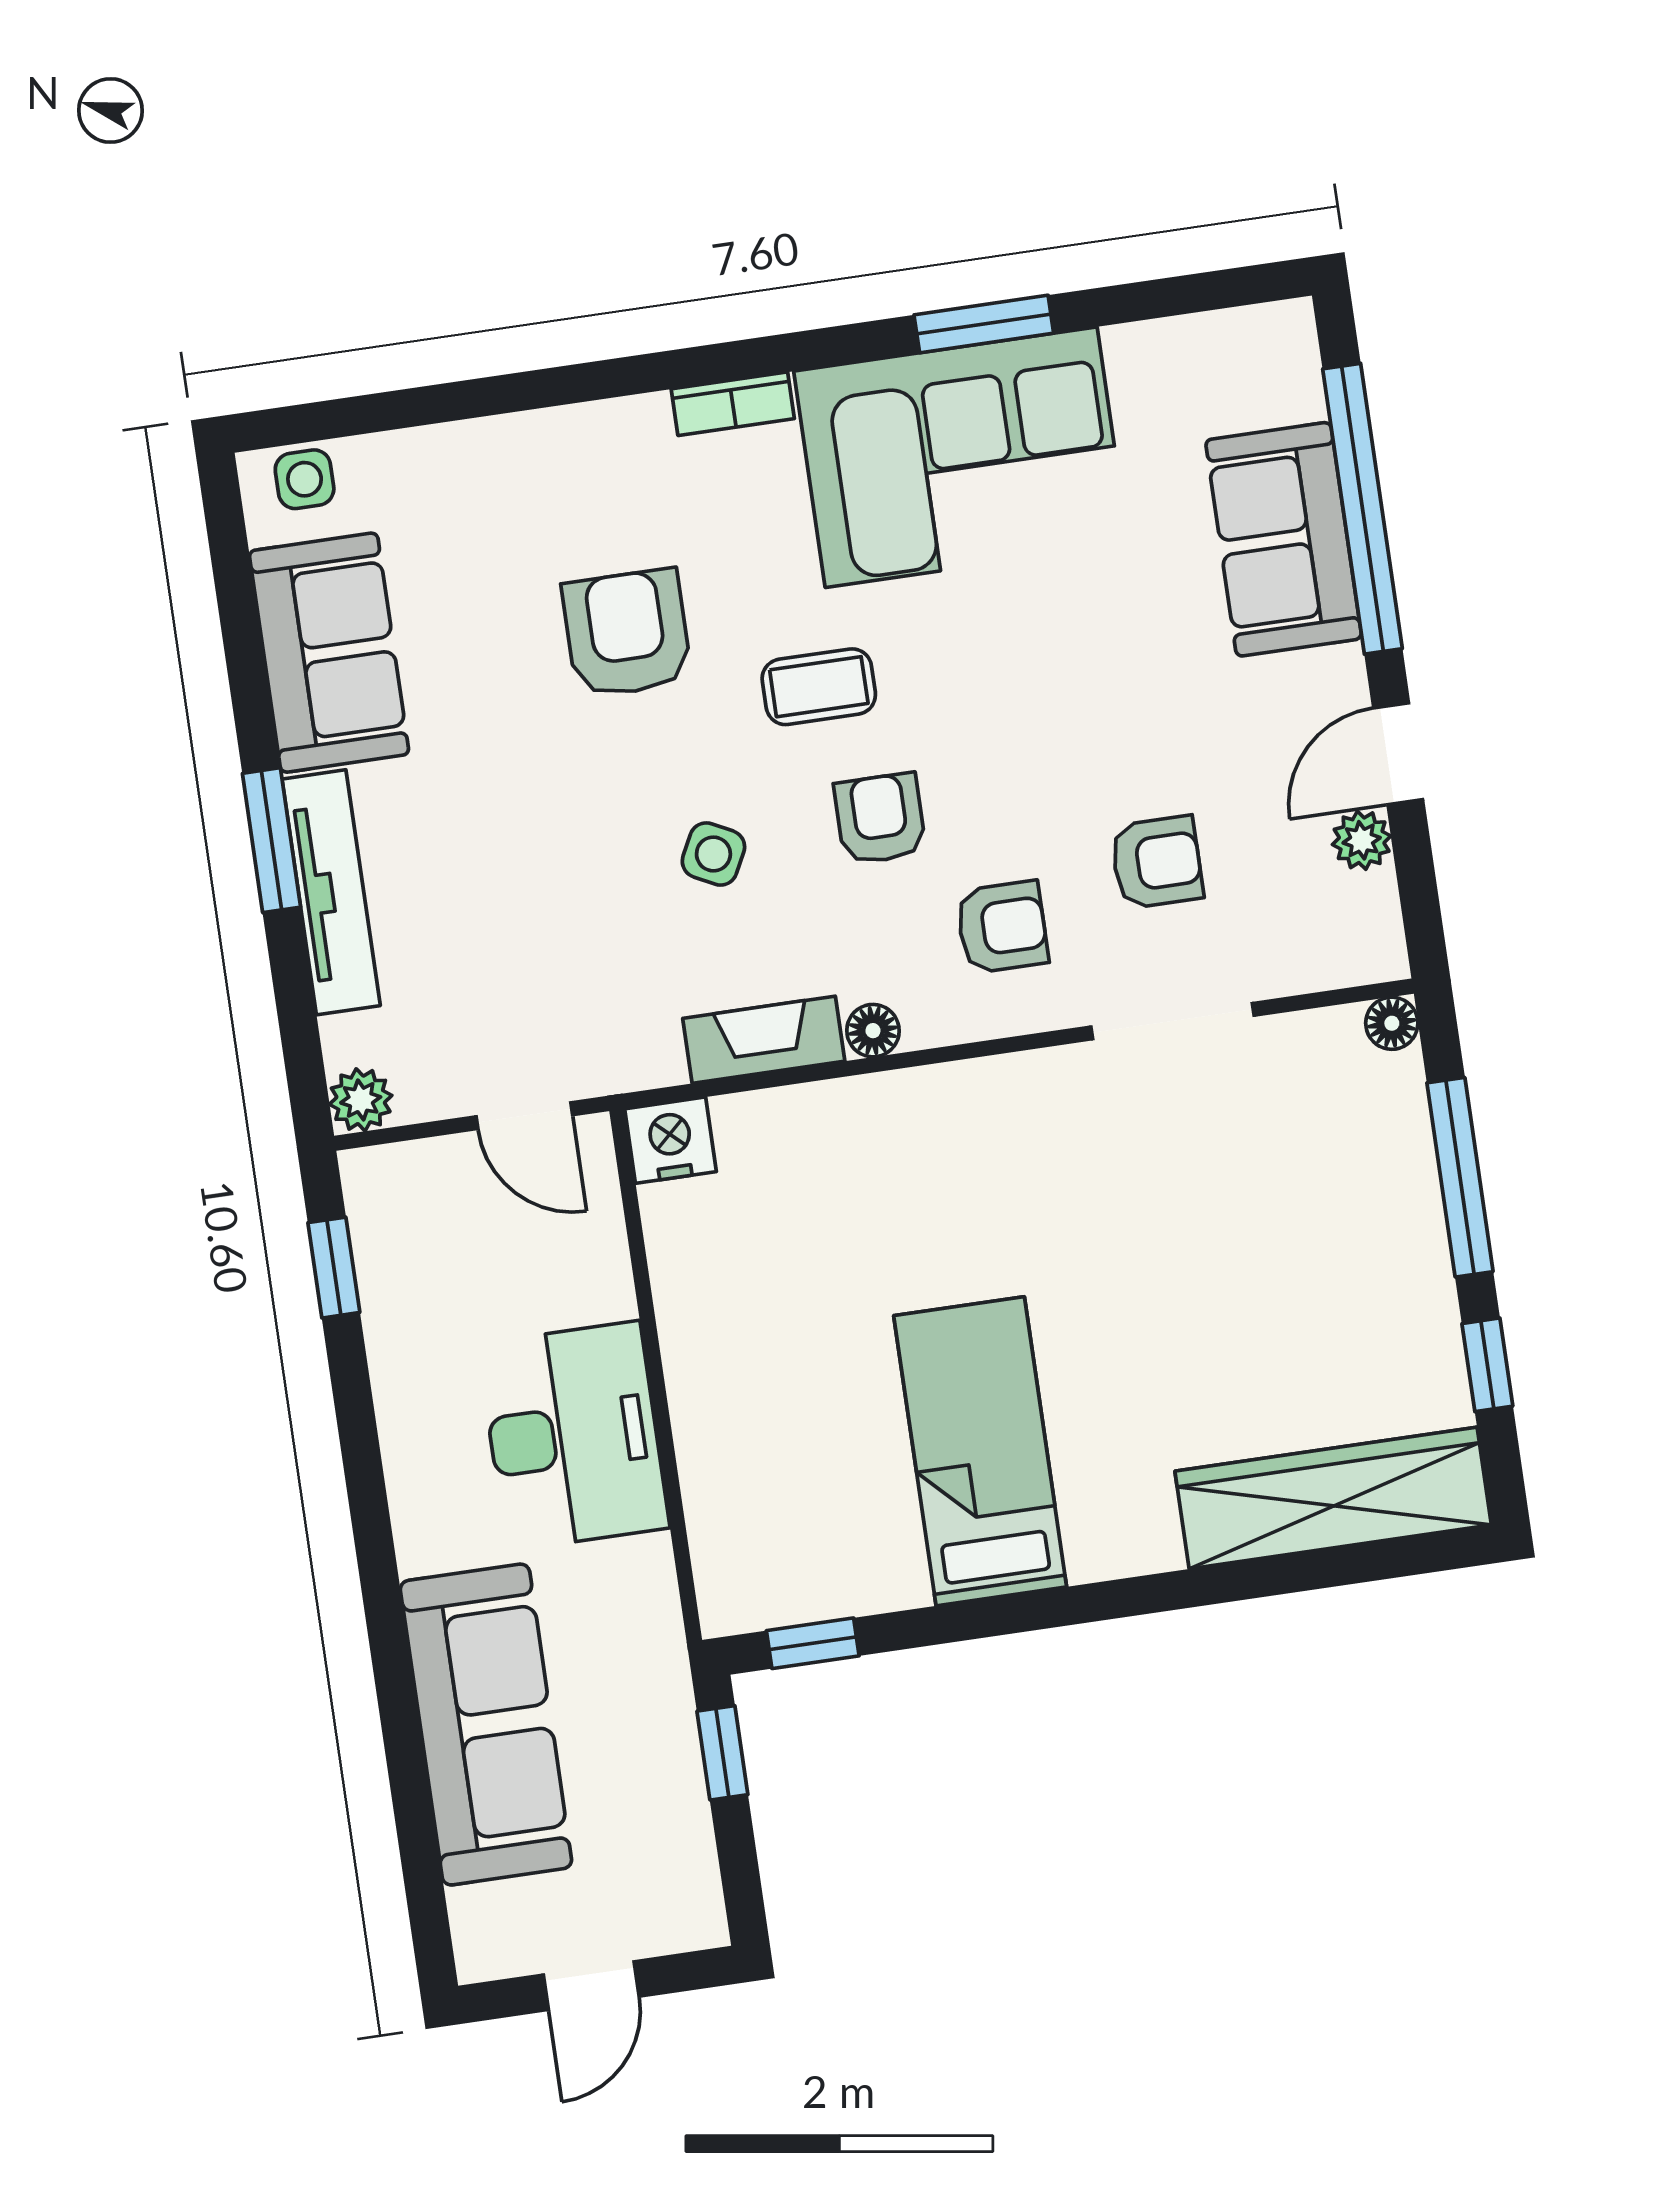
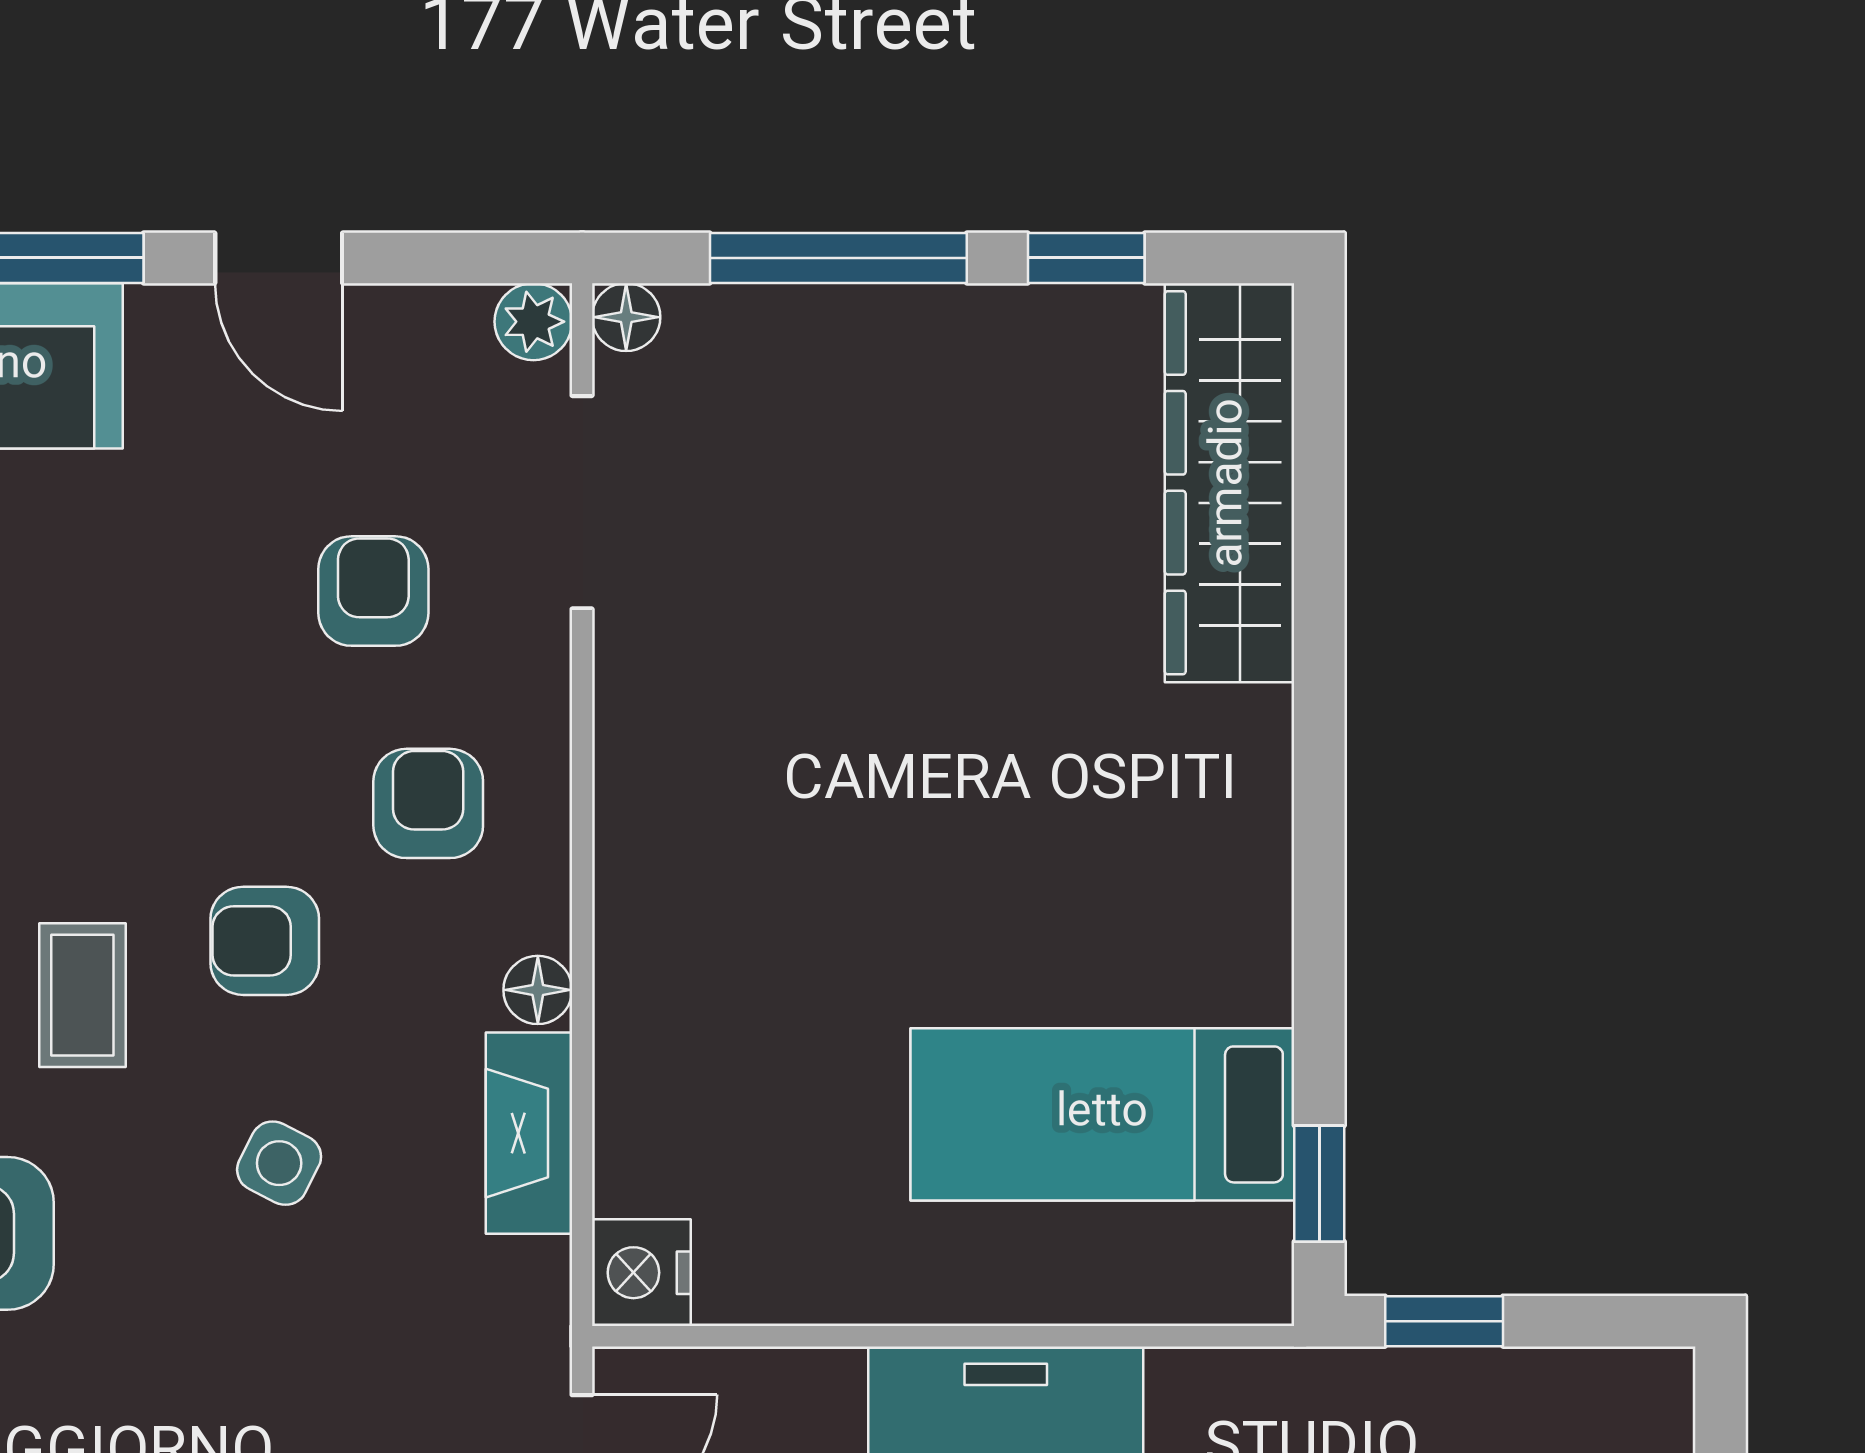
plant: (1362, 840) -> (533, 322), moved
doorway: (1173, 1021) -> (582, 502), moved
bed: (980, 1451) -> (1102, 1114), moved

